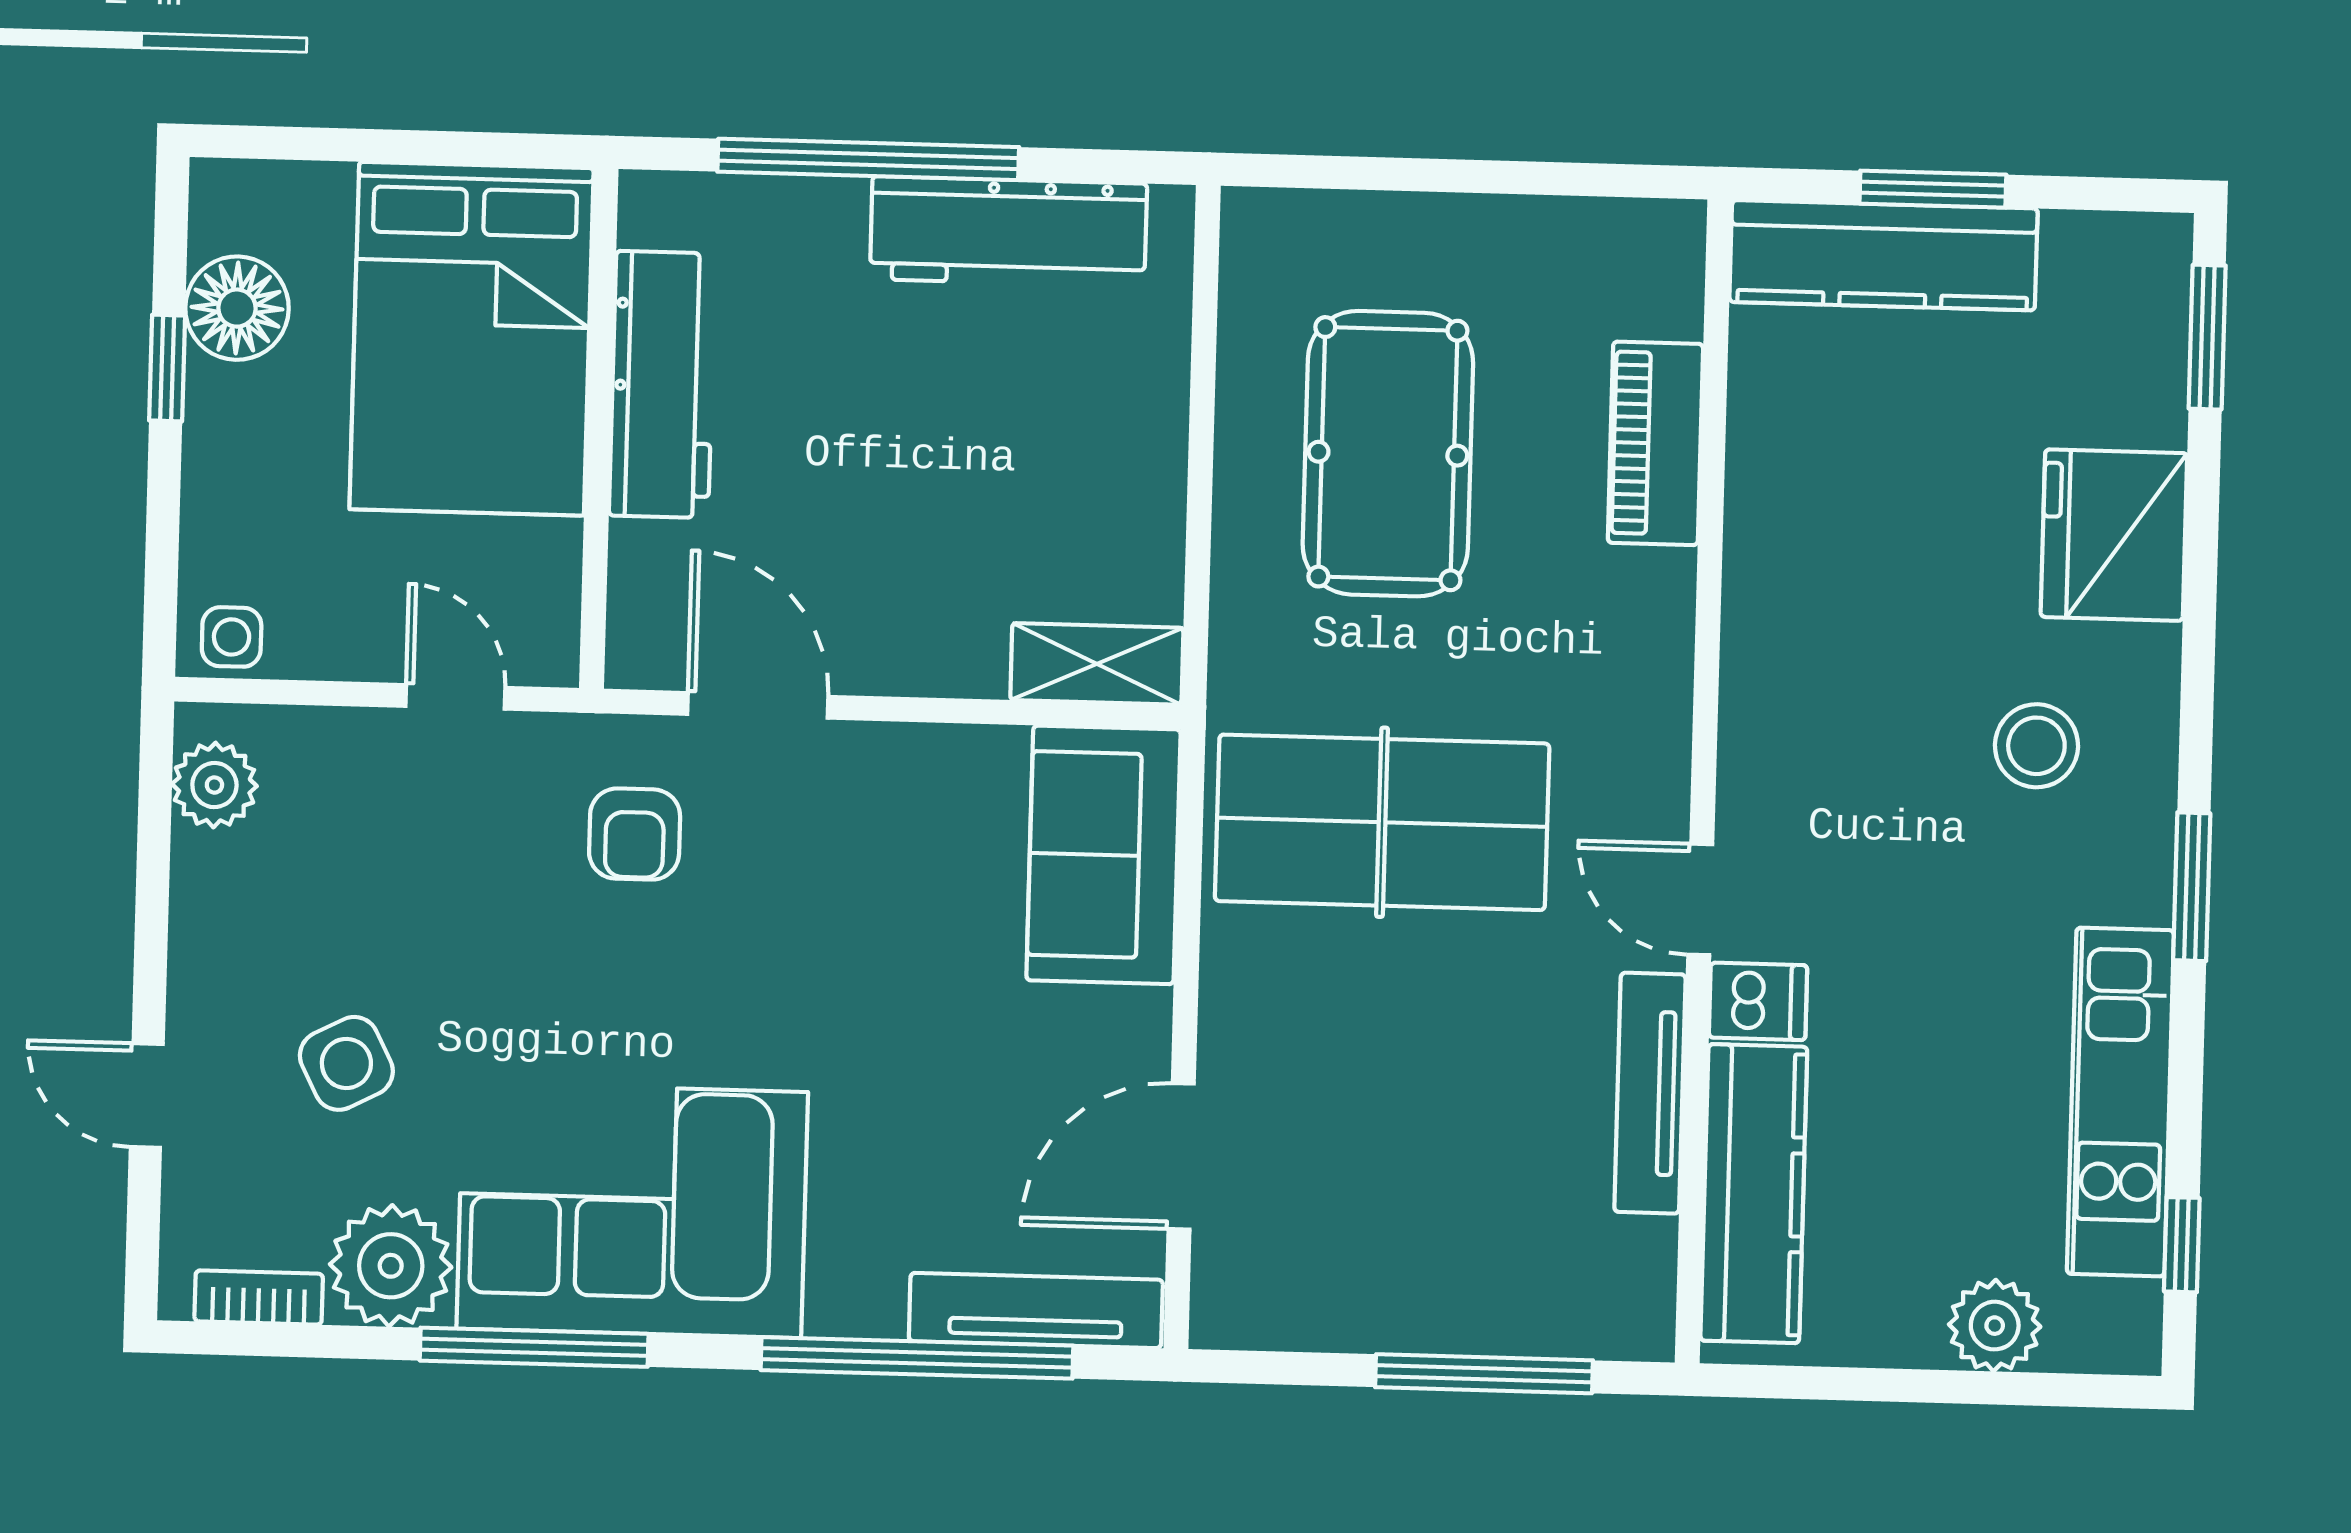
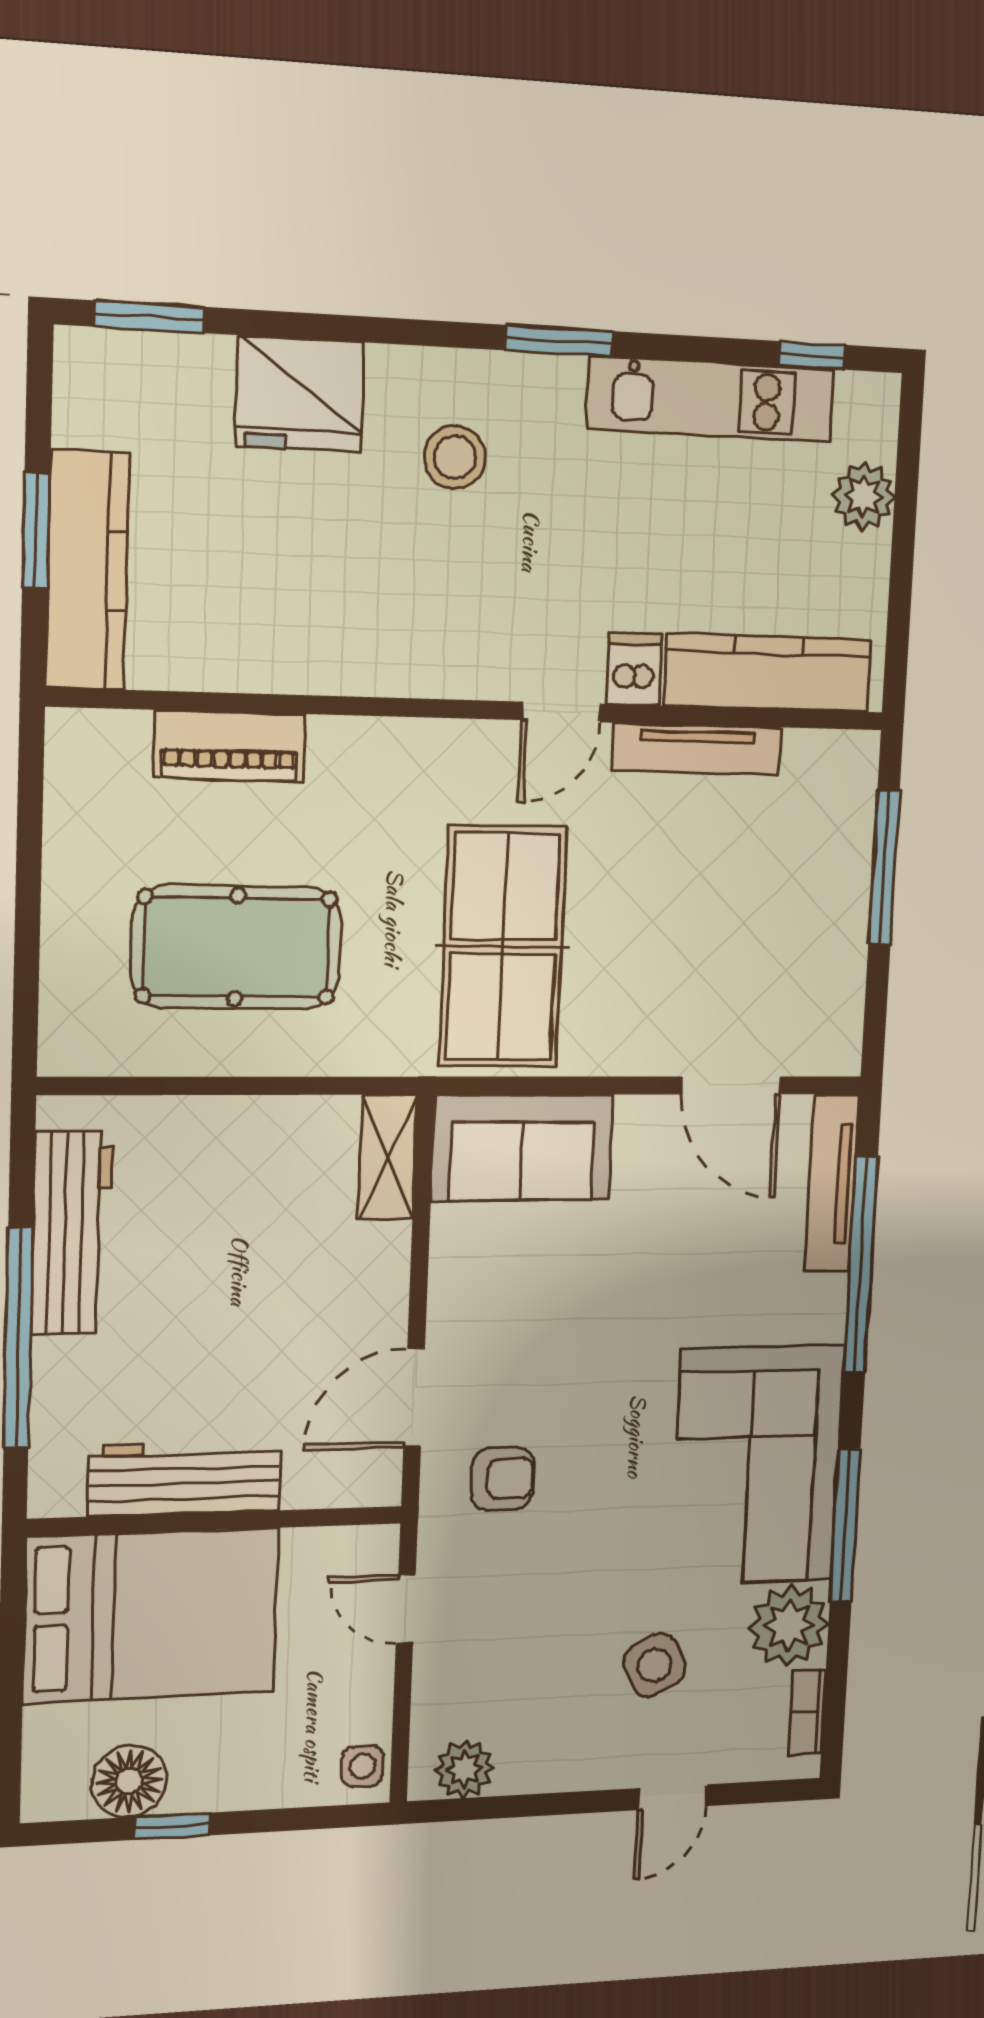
door: (455, 697) -> (406, 1609), hinge flipped

